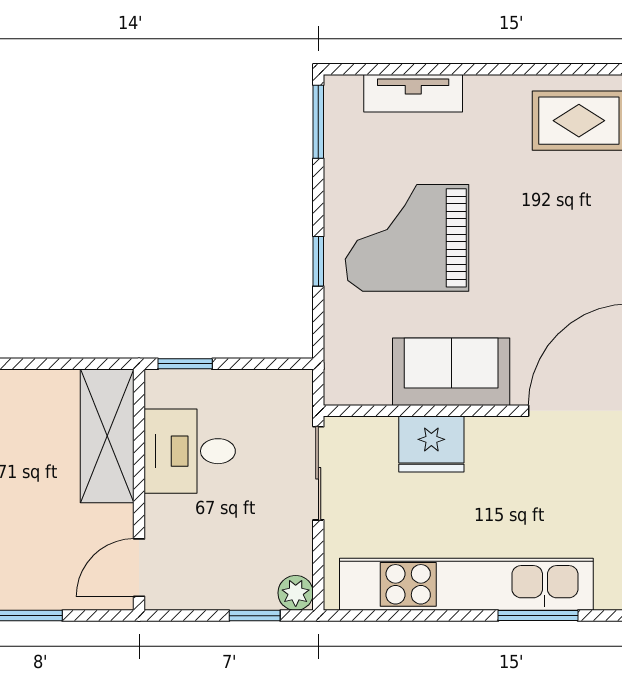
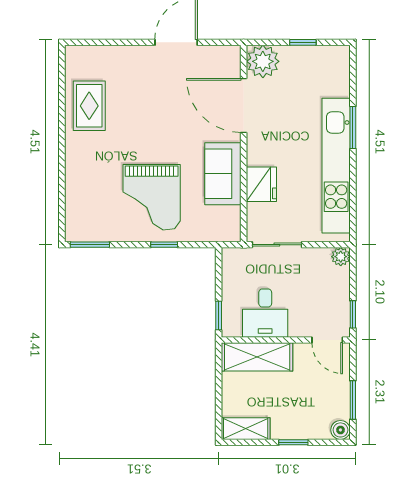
tv unit: (413, 93) -> (75, 194), removed
window: (255, 616) -> (353, 314), moved

